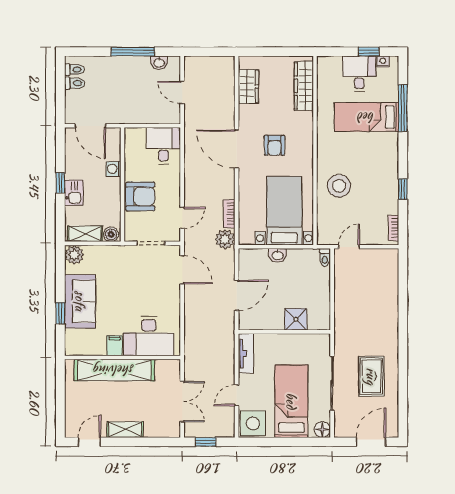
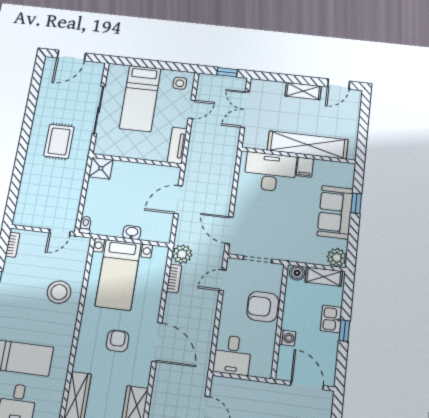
shower: (296, 319) -> (101, 168), moved
rug: (371, 376) -> (59, 141), moved
side table: (253, 423) -> (180, 83), width x0.54, depth x0.54
floor lamp: (322, 430) -> (115, 71), removed

